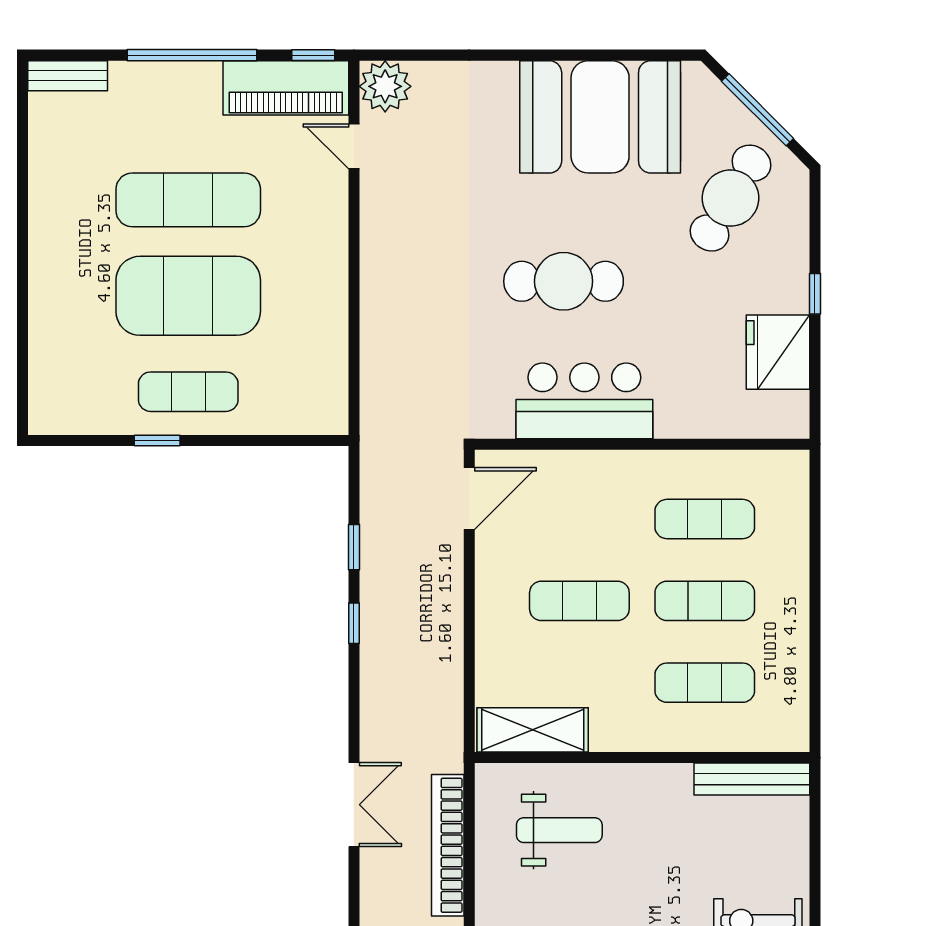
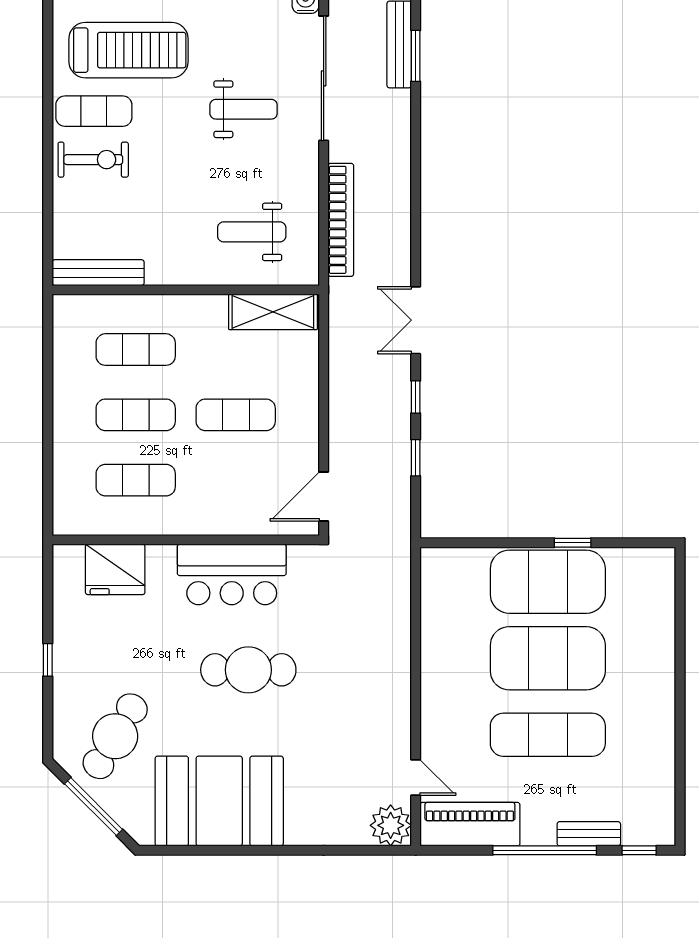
window: (313, 55) -> (639, 850), moved
bench: (68, 76) -> (589, 834), moved
fridge: (778, 352) -> (115, 569), moved, turned 90
exercise mat: (188, 392) -> (548, 582), width x2.00, depth x1.45
double door: (354, 805) -> (416, 320), moved

